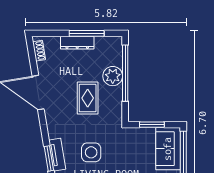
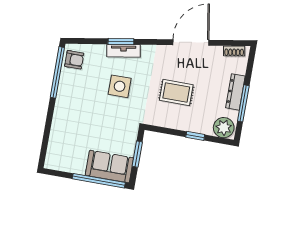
window: (125, 73) -> (195, 136), width x0.32
plant: (113, 76) -> (224, 128), moved

